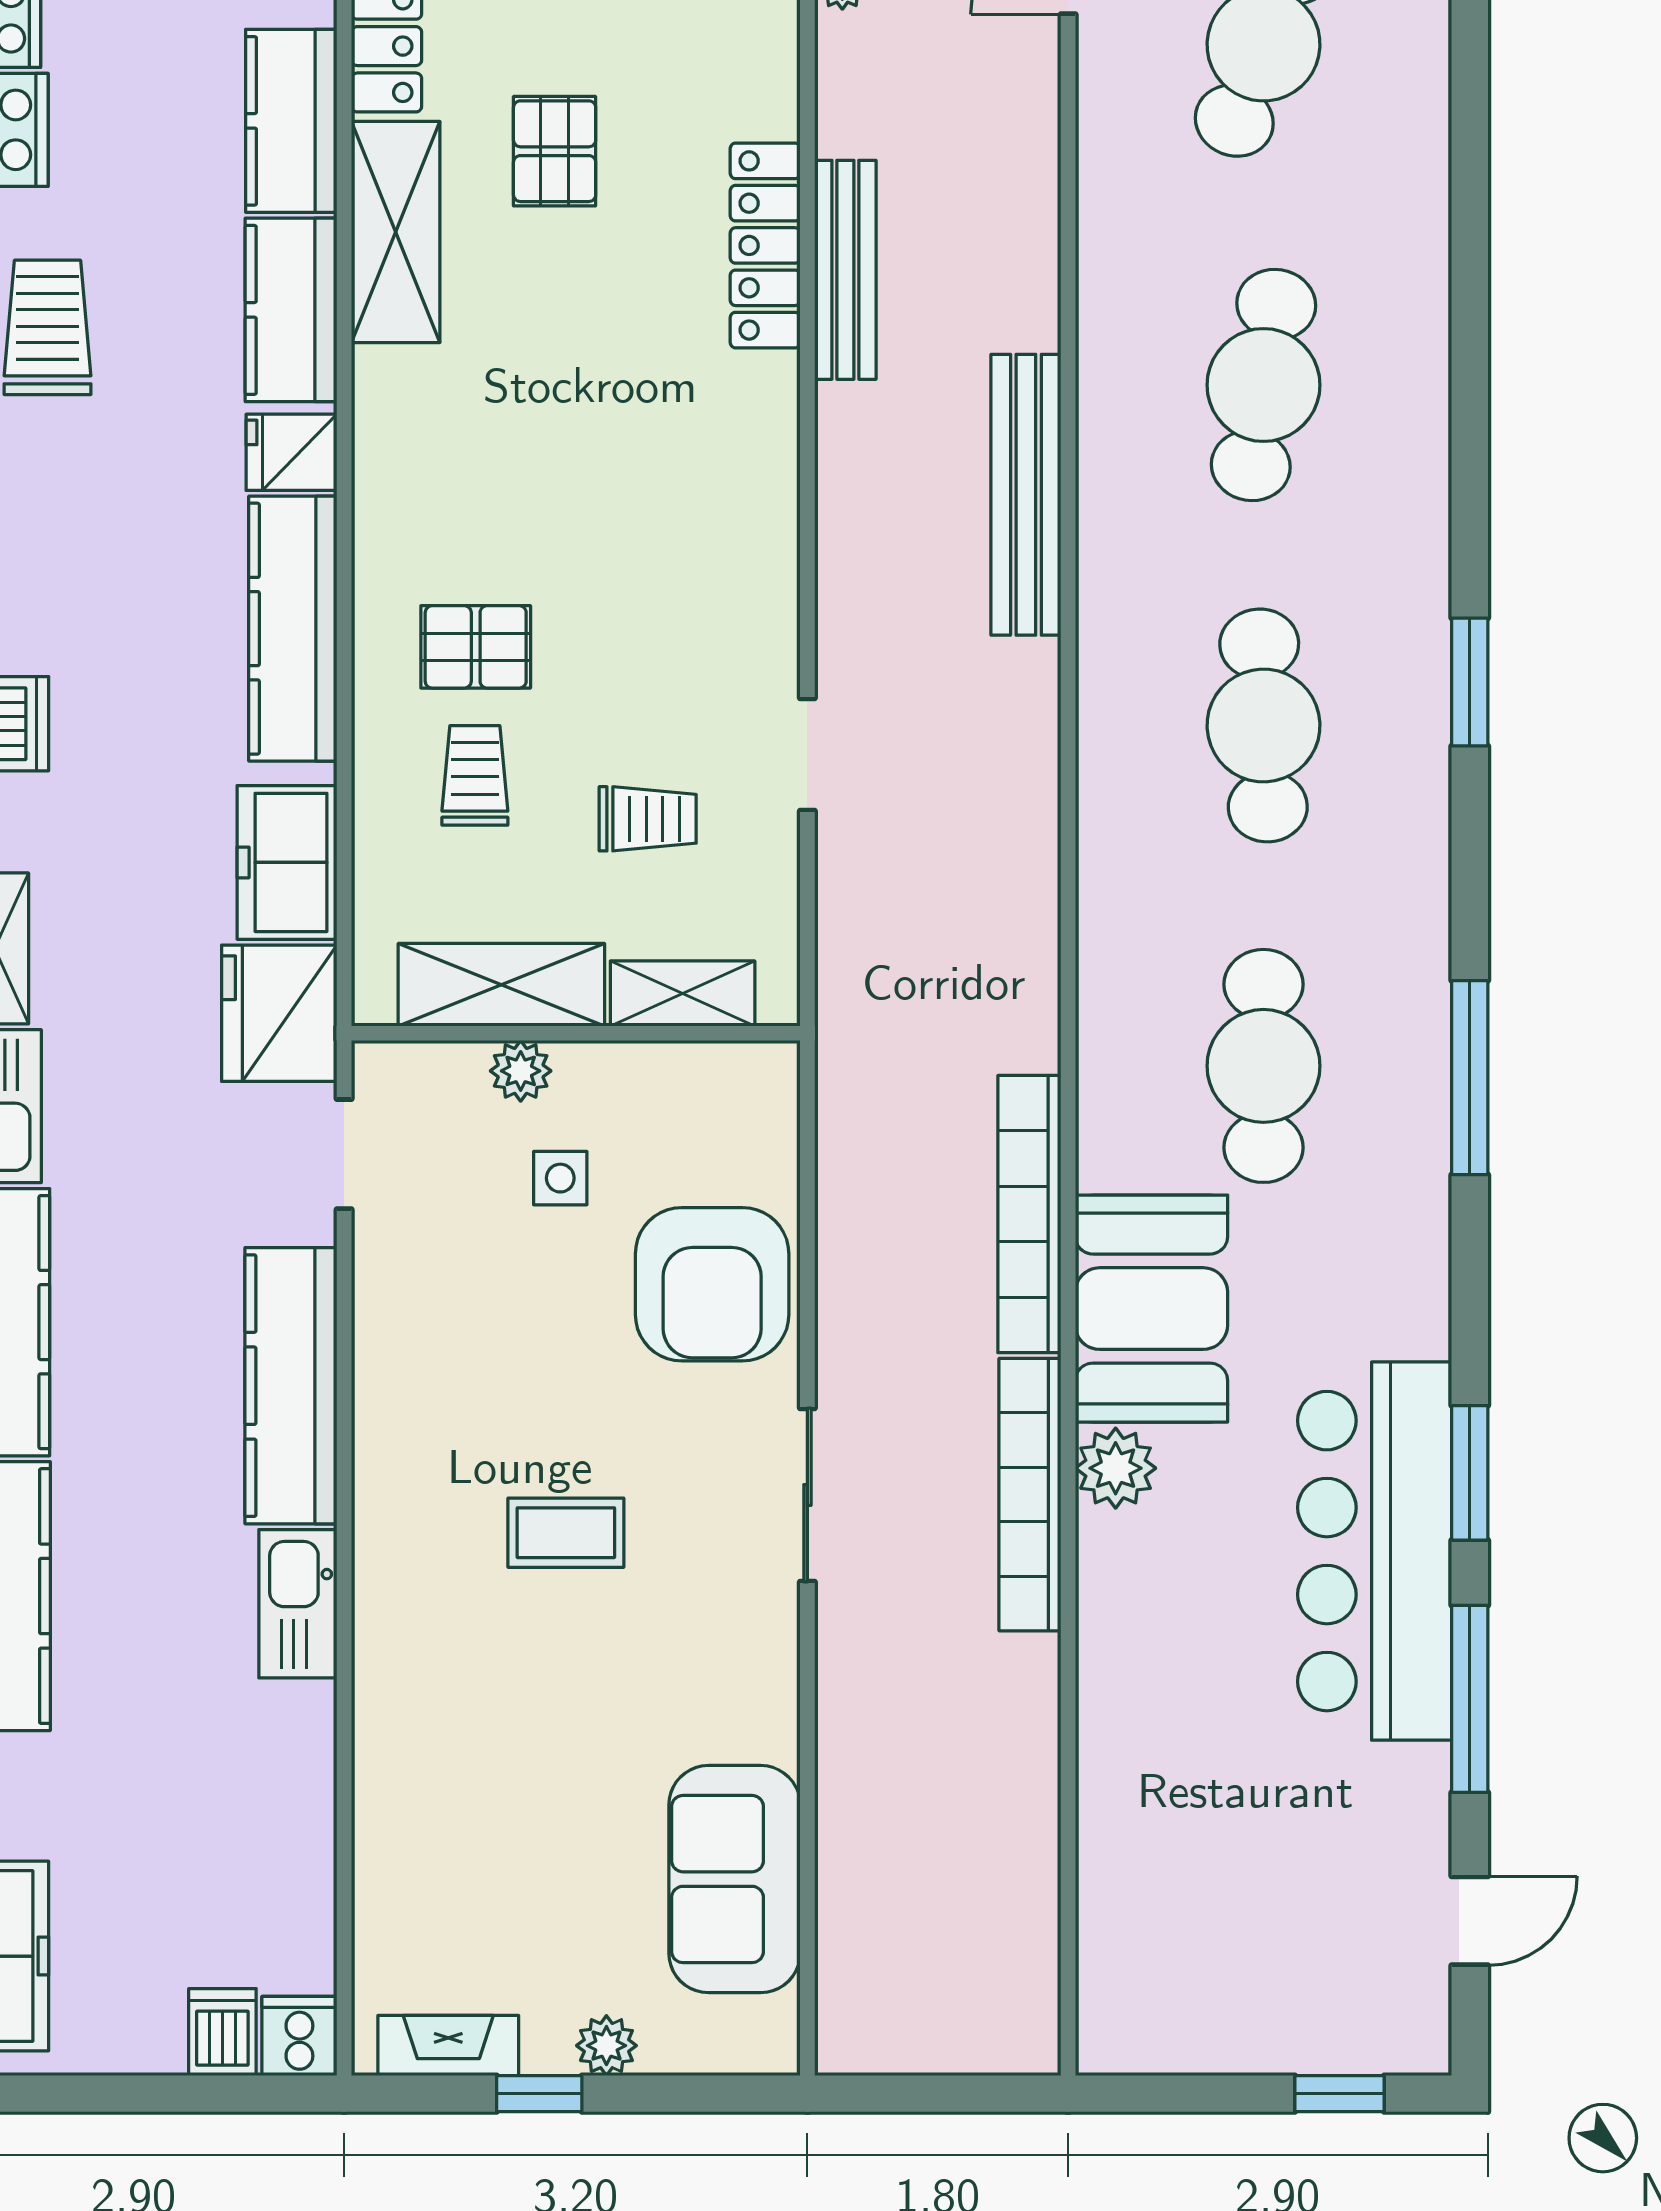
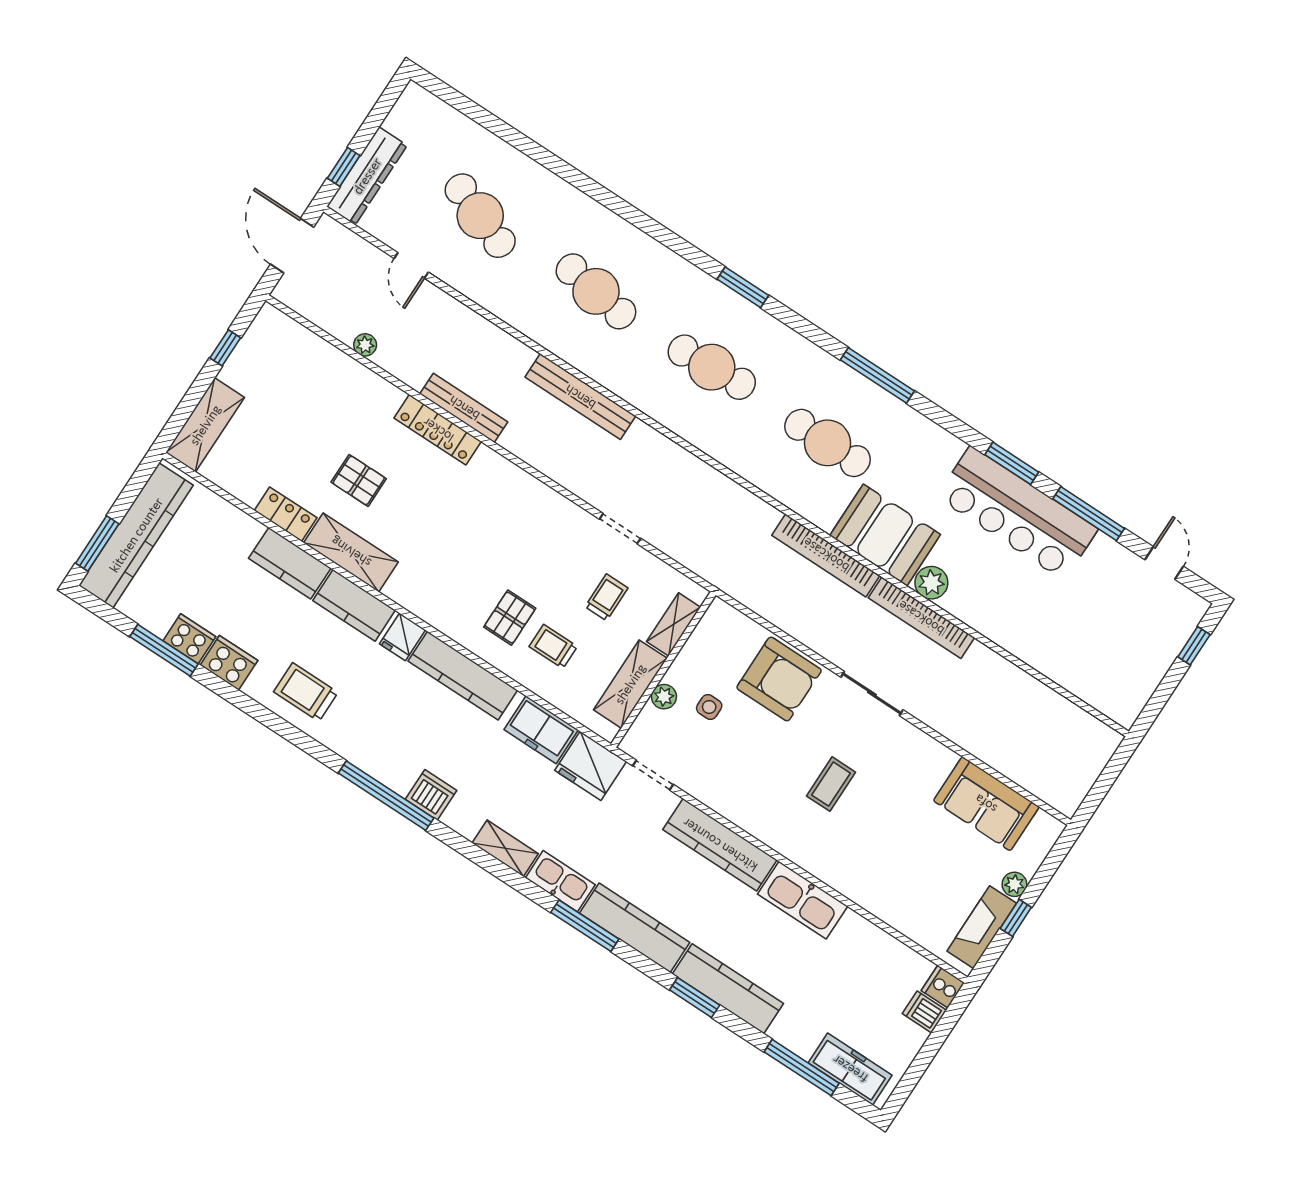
kitchen sink: (298, 1604) -> (803, 900), width x1.36, depth x1.24
fireplace: (448, 2045) -> (982, 927), width x1.37, depth x1.32

